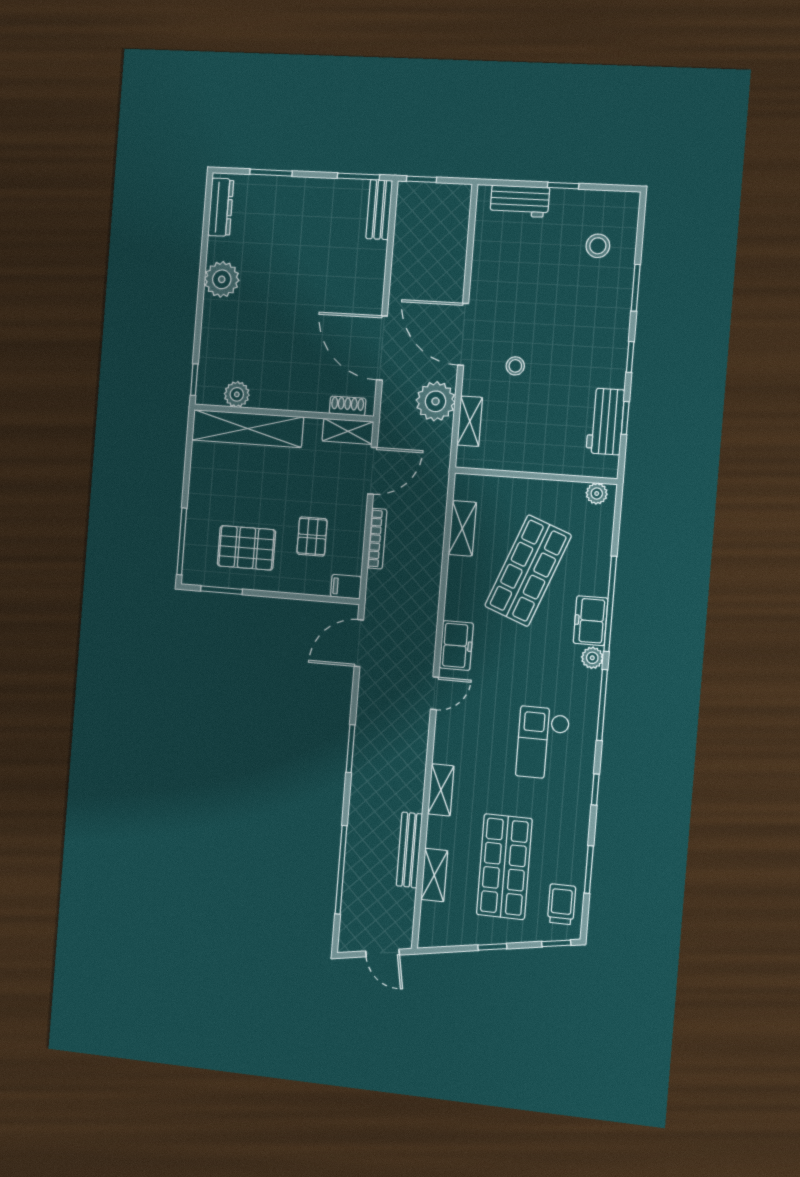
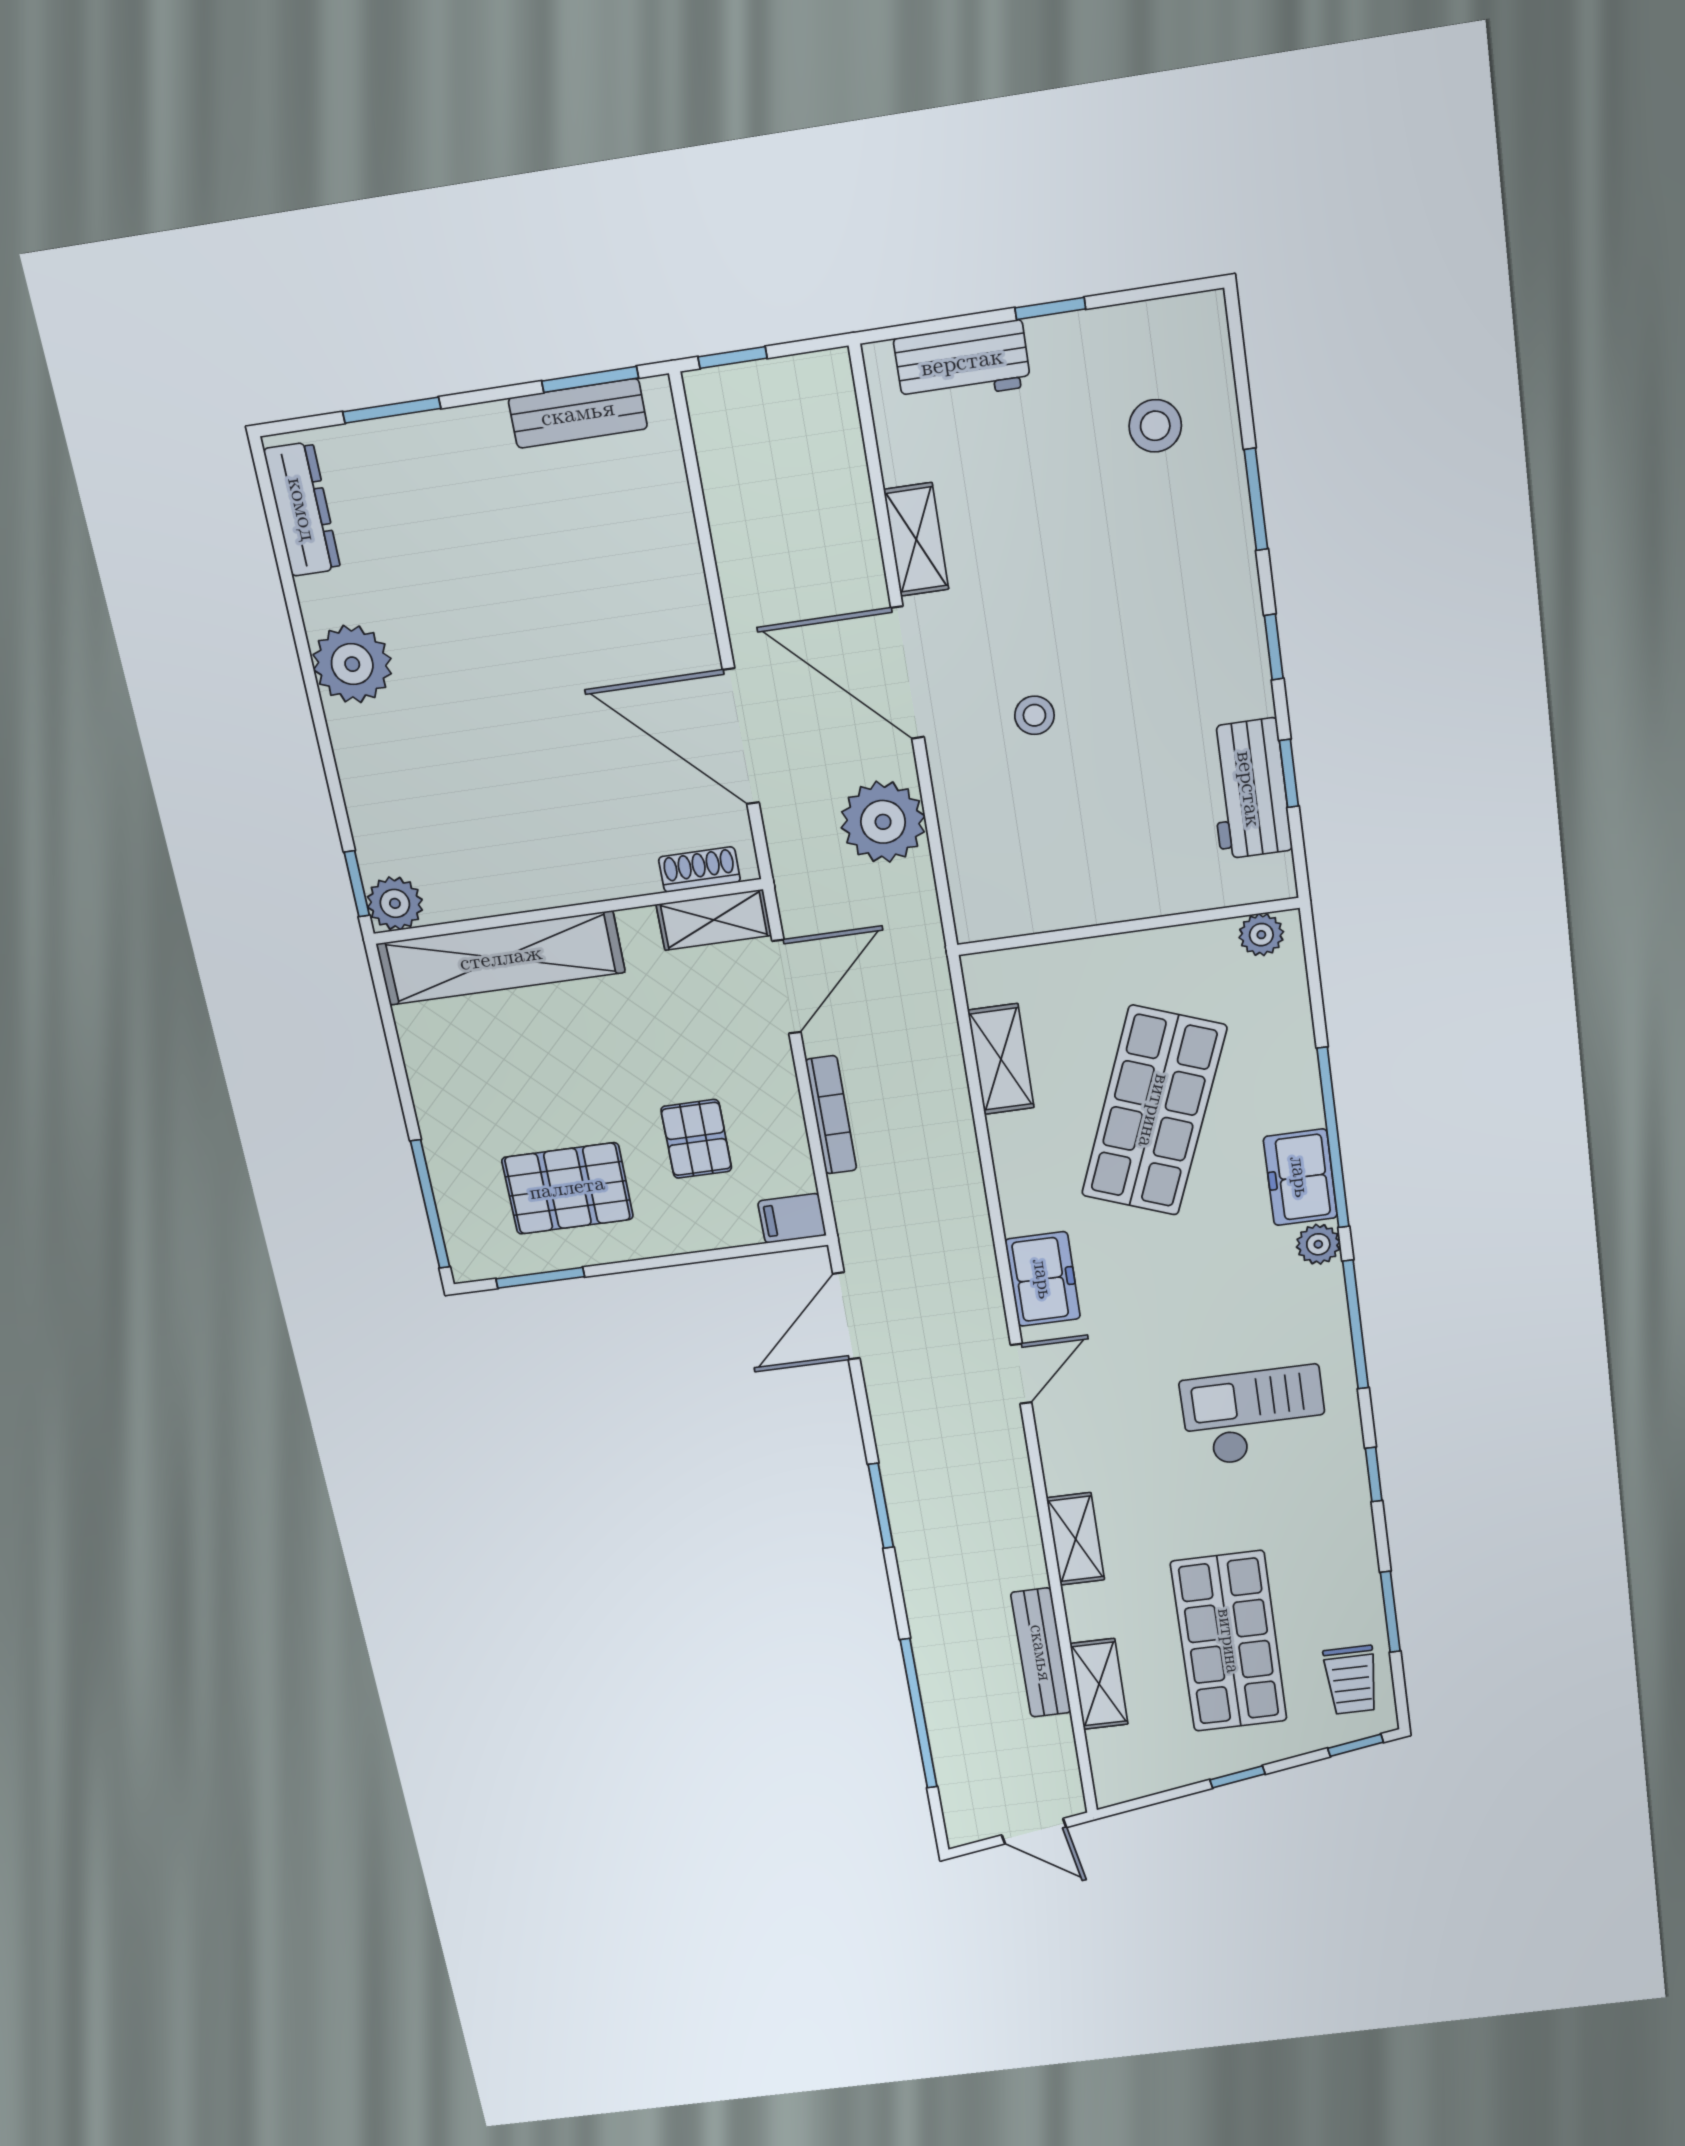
bench: (379, 210) -> (578, 413), moved, turned 90
plant: (237, 394) -> (395, 903), moved
shelving: (470, 421) -> (916, 539), moved
checkout: (543, 743) -> (1254, 1416), turned 90
trolley: (562, 904) -> (1351, 1680), turned 180

